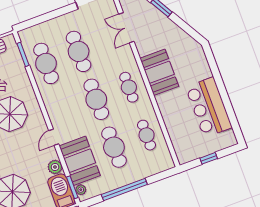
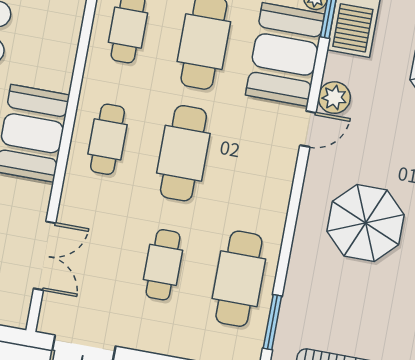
cafe table: (79, 51) -> (163, 265), width x0.73, depth x0.74
plant: (55, 167) -> (334, 98), moved

